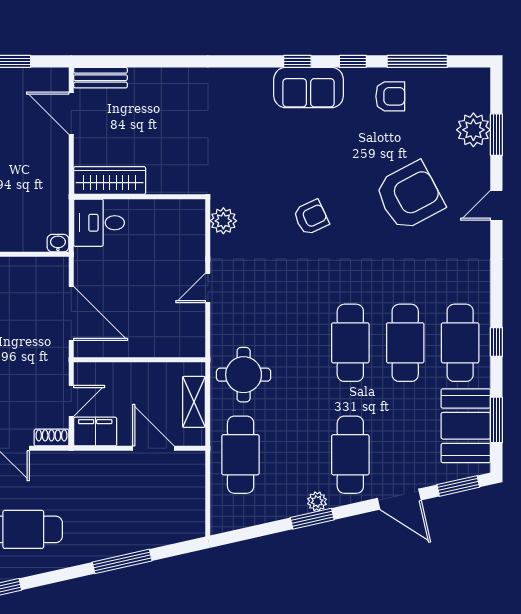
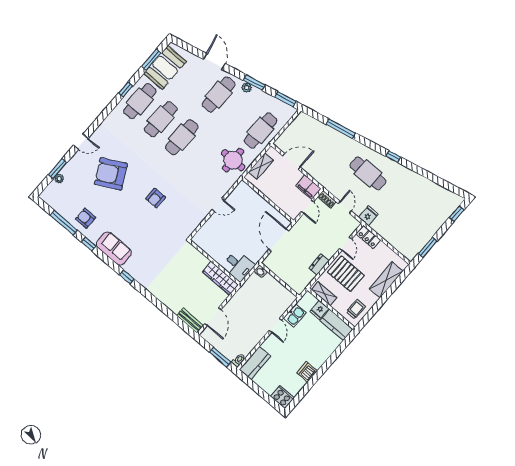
window: (297, 61) -> (127, 277), moved
plant: (473, 130) -> (59, 179), width x0.53, depth x0.53
armchair: (311, 217) -> (156, 198), turned -65
plant: (223, 221) -> (190, 226), removed
door: (71, 401) -> (307, 207), swing flipped
door: (153, 448) -> (292, 162), swing flipped
window: (458, 486) -> (285, 99), moved

